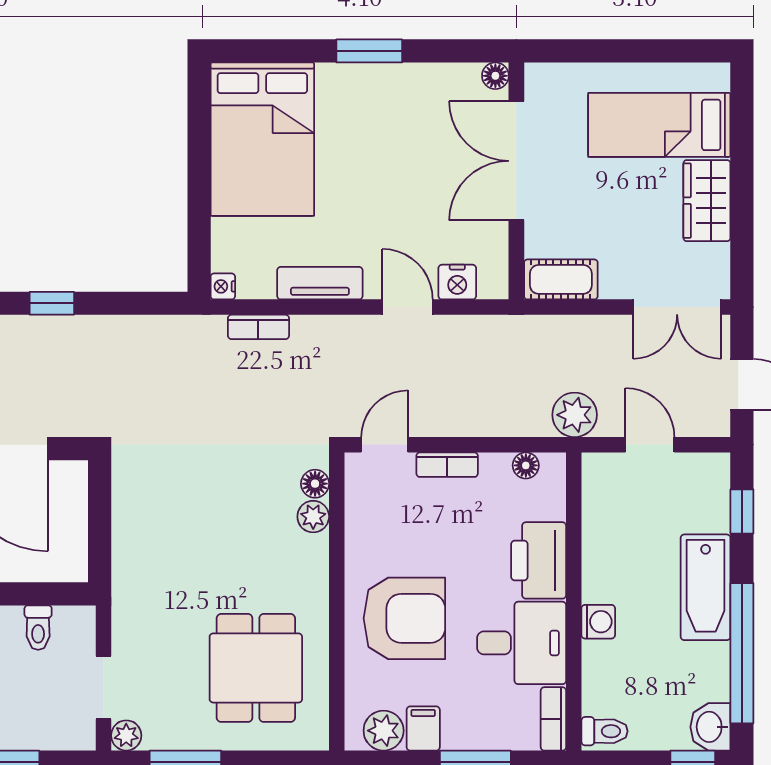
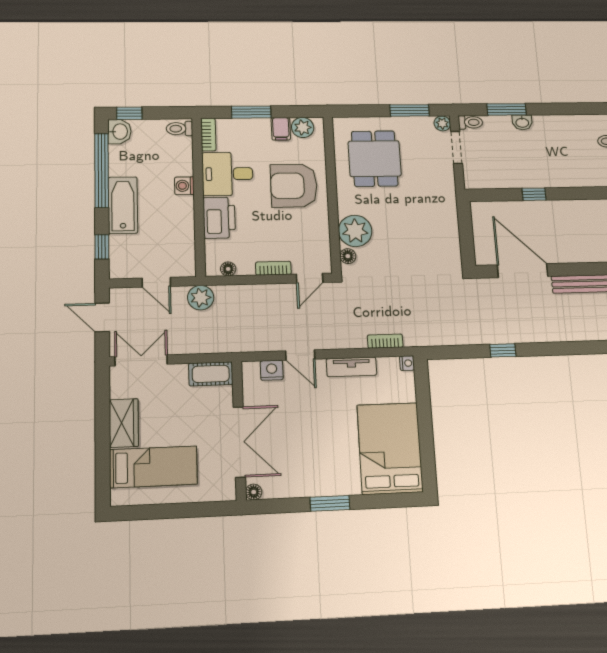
plant: (313, 517) -> (355, 231), width x1.88, depth x1.88
toilet: (38, 628) -> (470, 122), moved, turned 90

